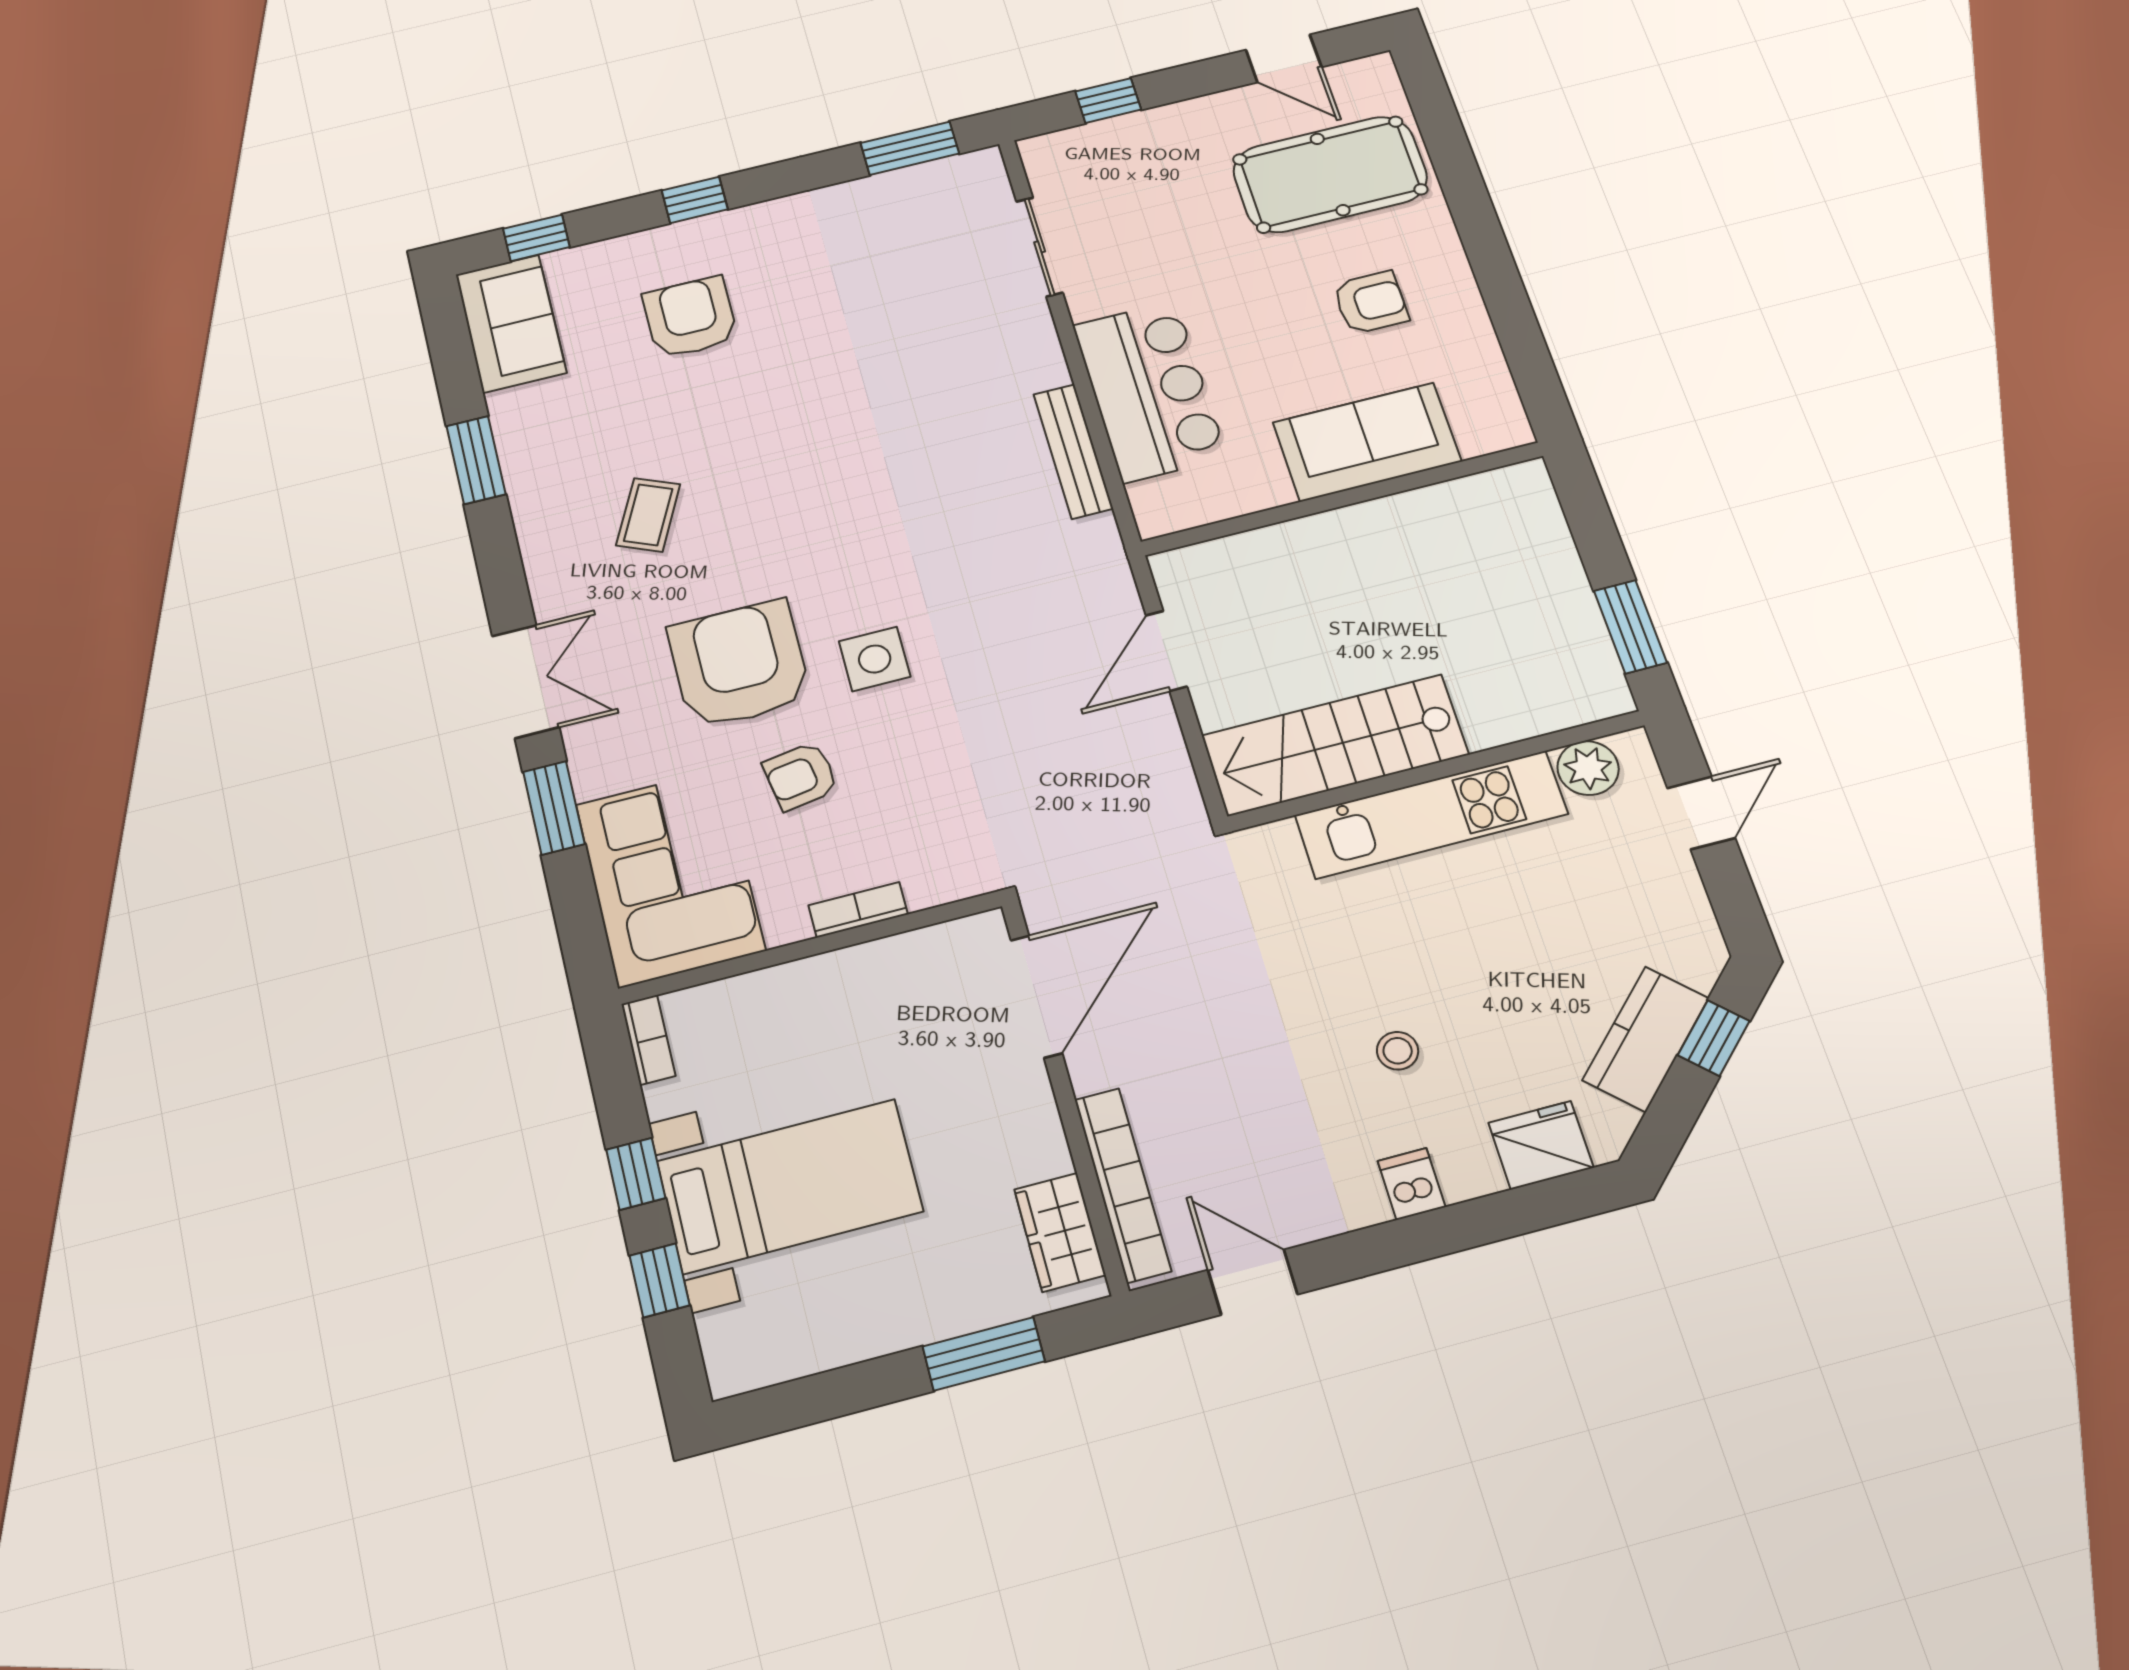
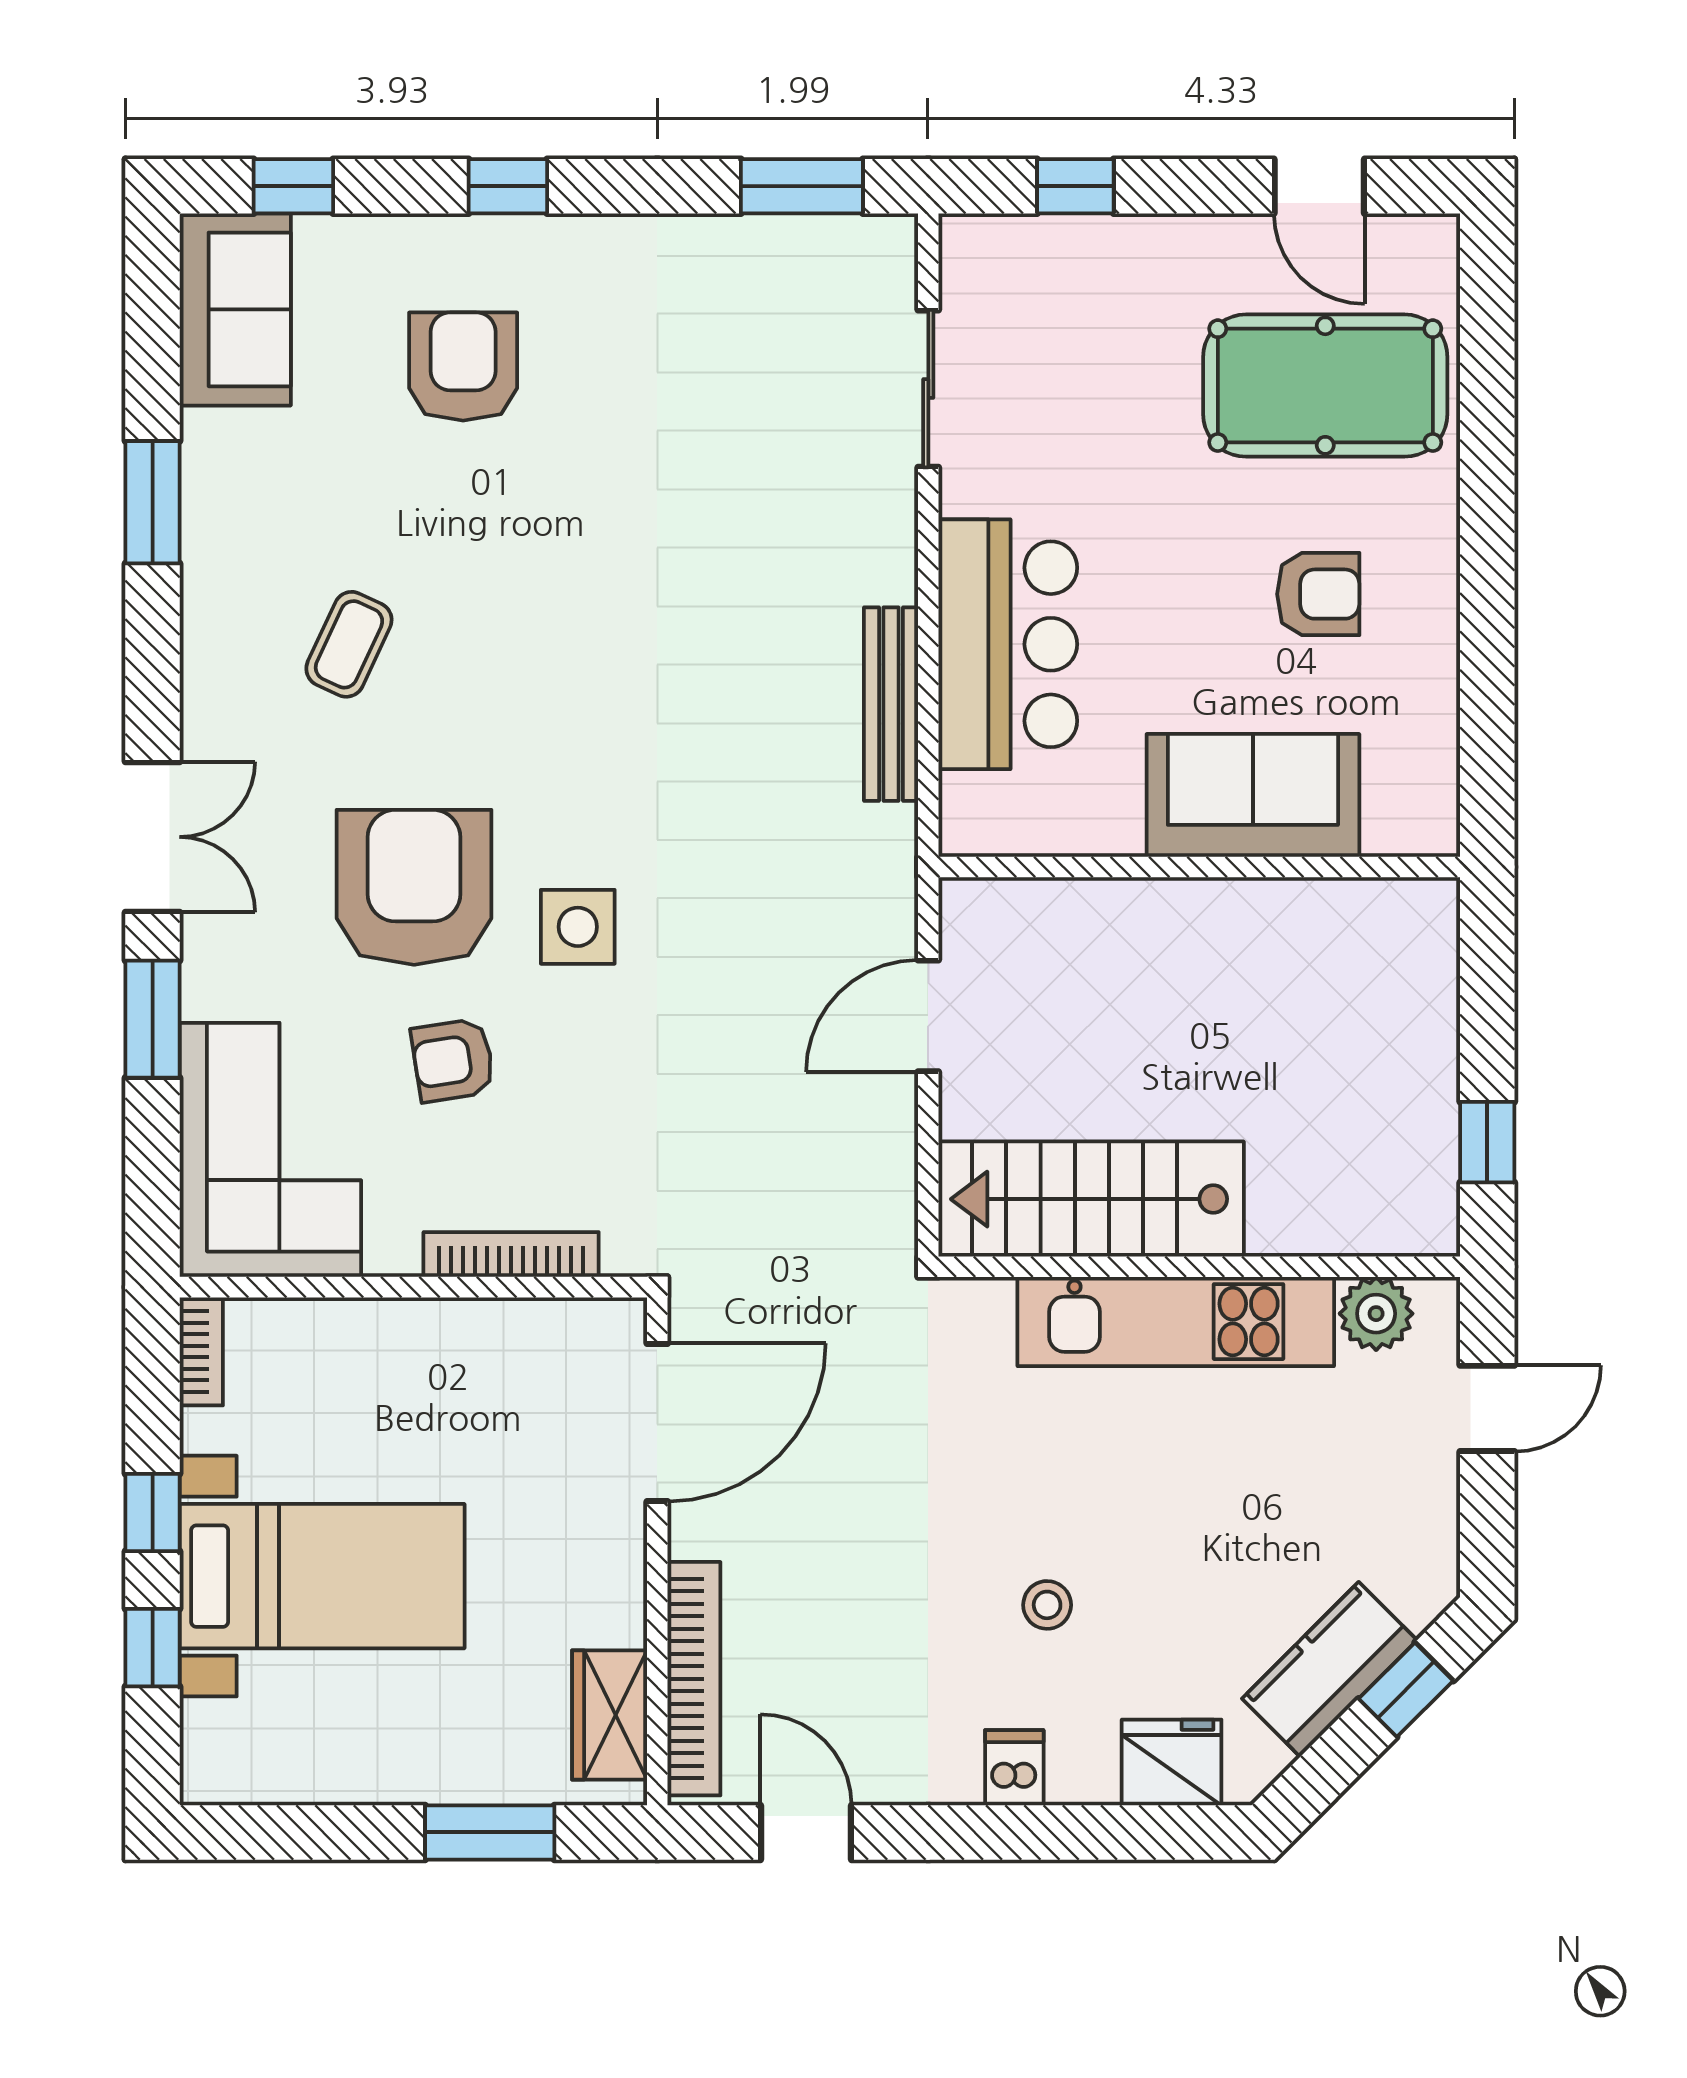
window: (1630, 627) -> (1487, 1142), width x0.67
bookcase: (858, 910) -> (511, 1255), width x1.56

